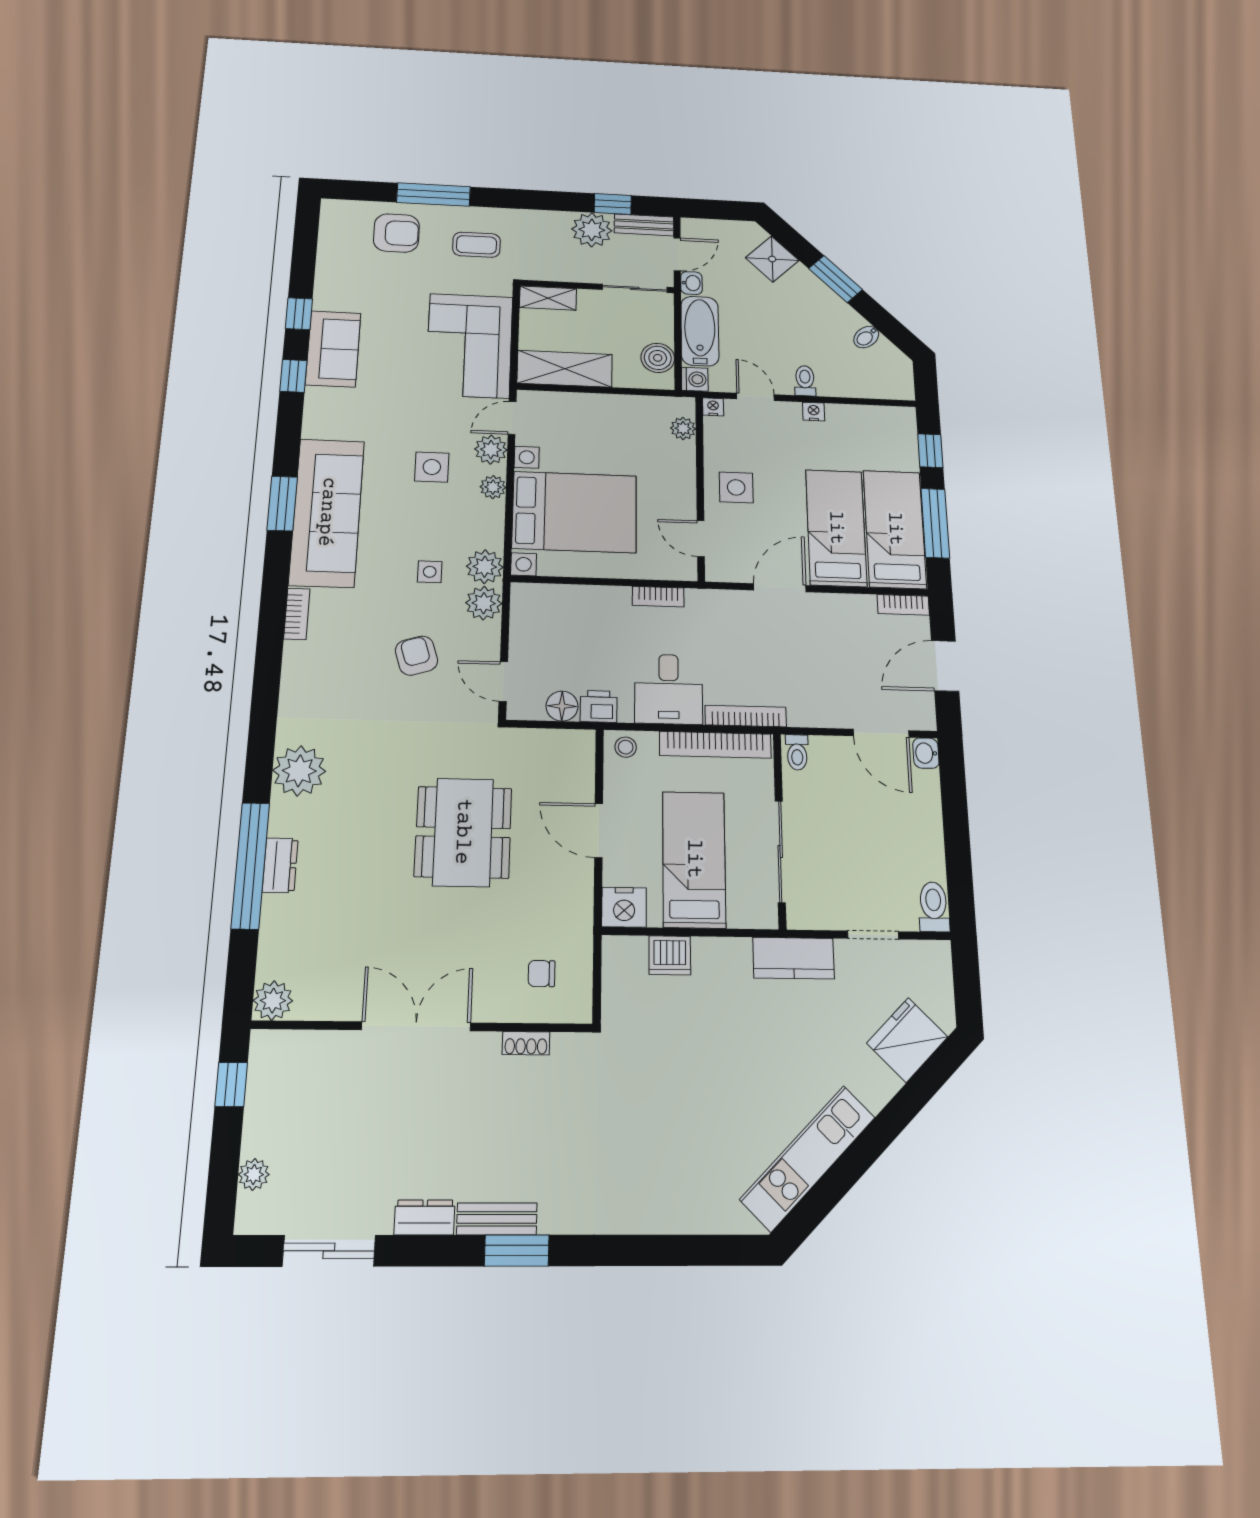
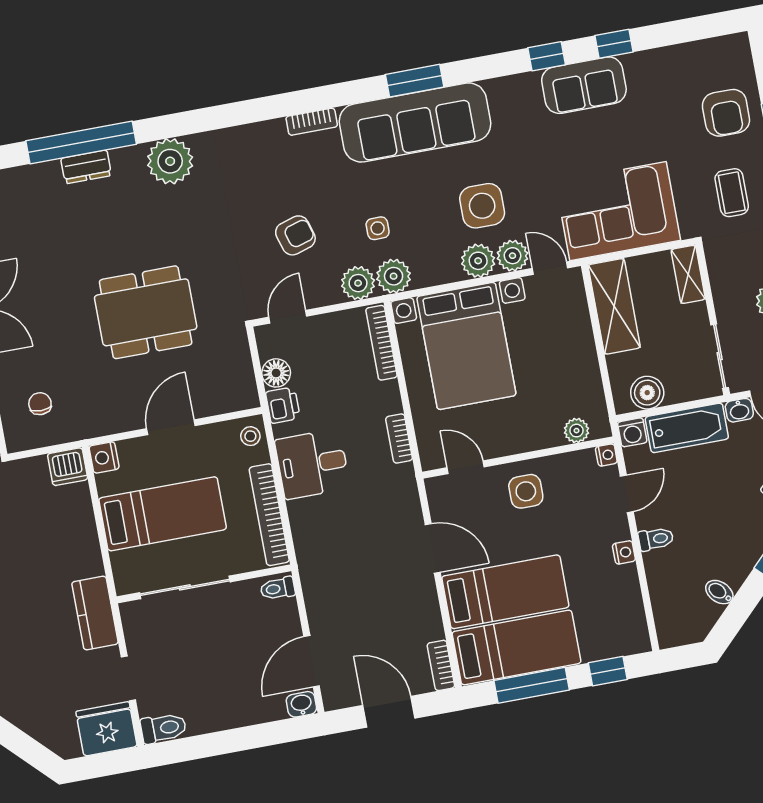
side table: (432, 467) -> (482, 206), width x1.37, depth x1.37
plant: (493, 487) -> (478, 261), width x1.38, depth x1.38
door: (701, 539) -> (466, 467), hinge flipped
bookcase: (746, 716) -> (381, 343), moved, turned 180
nightstand: (624, 907) -> (104, 457), width x0.74, depth x0.75
dishwasher: (670, 955) -> (68, 467), moved, turned -90
fridge: (907, 1040) -> (107, 729), moved, turned -45

